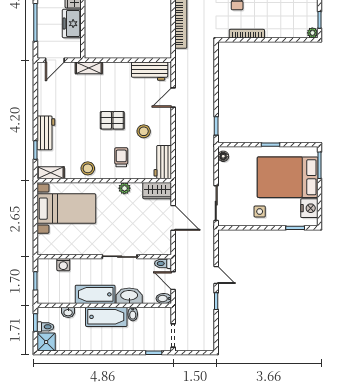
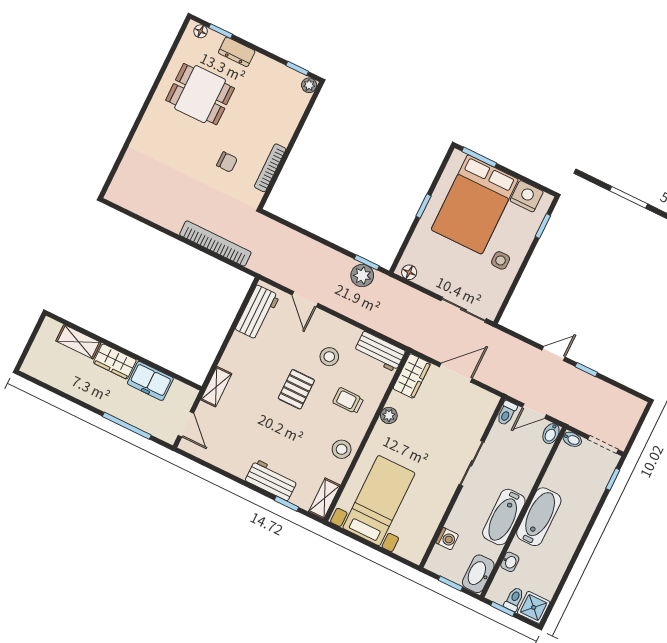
plant: (206, 127) -> (362, 276), added
washbasin: (129, 296) -> (478, 574), moved
bidet: (133, 314) -> (572, 439), moved

